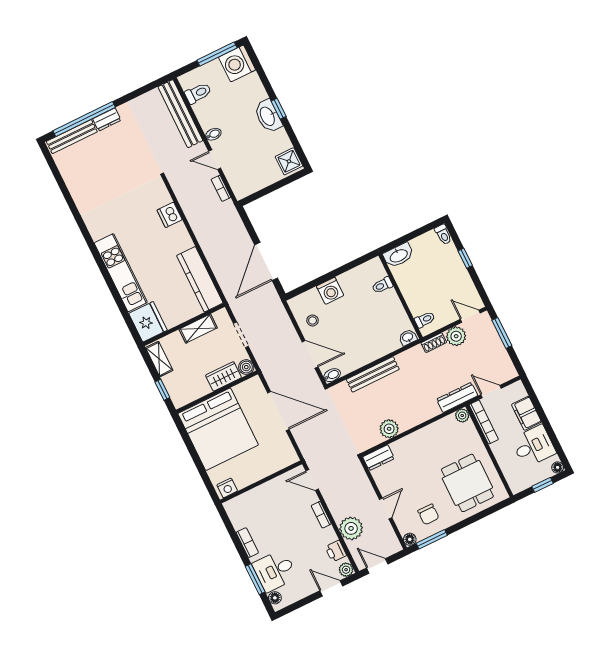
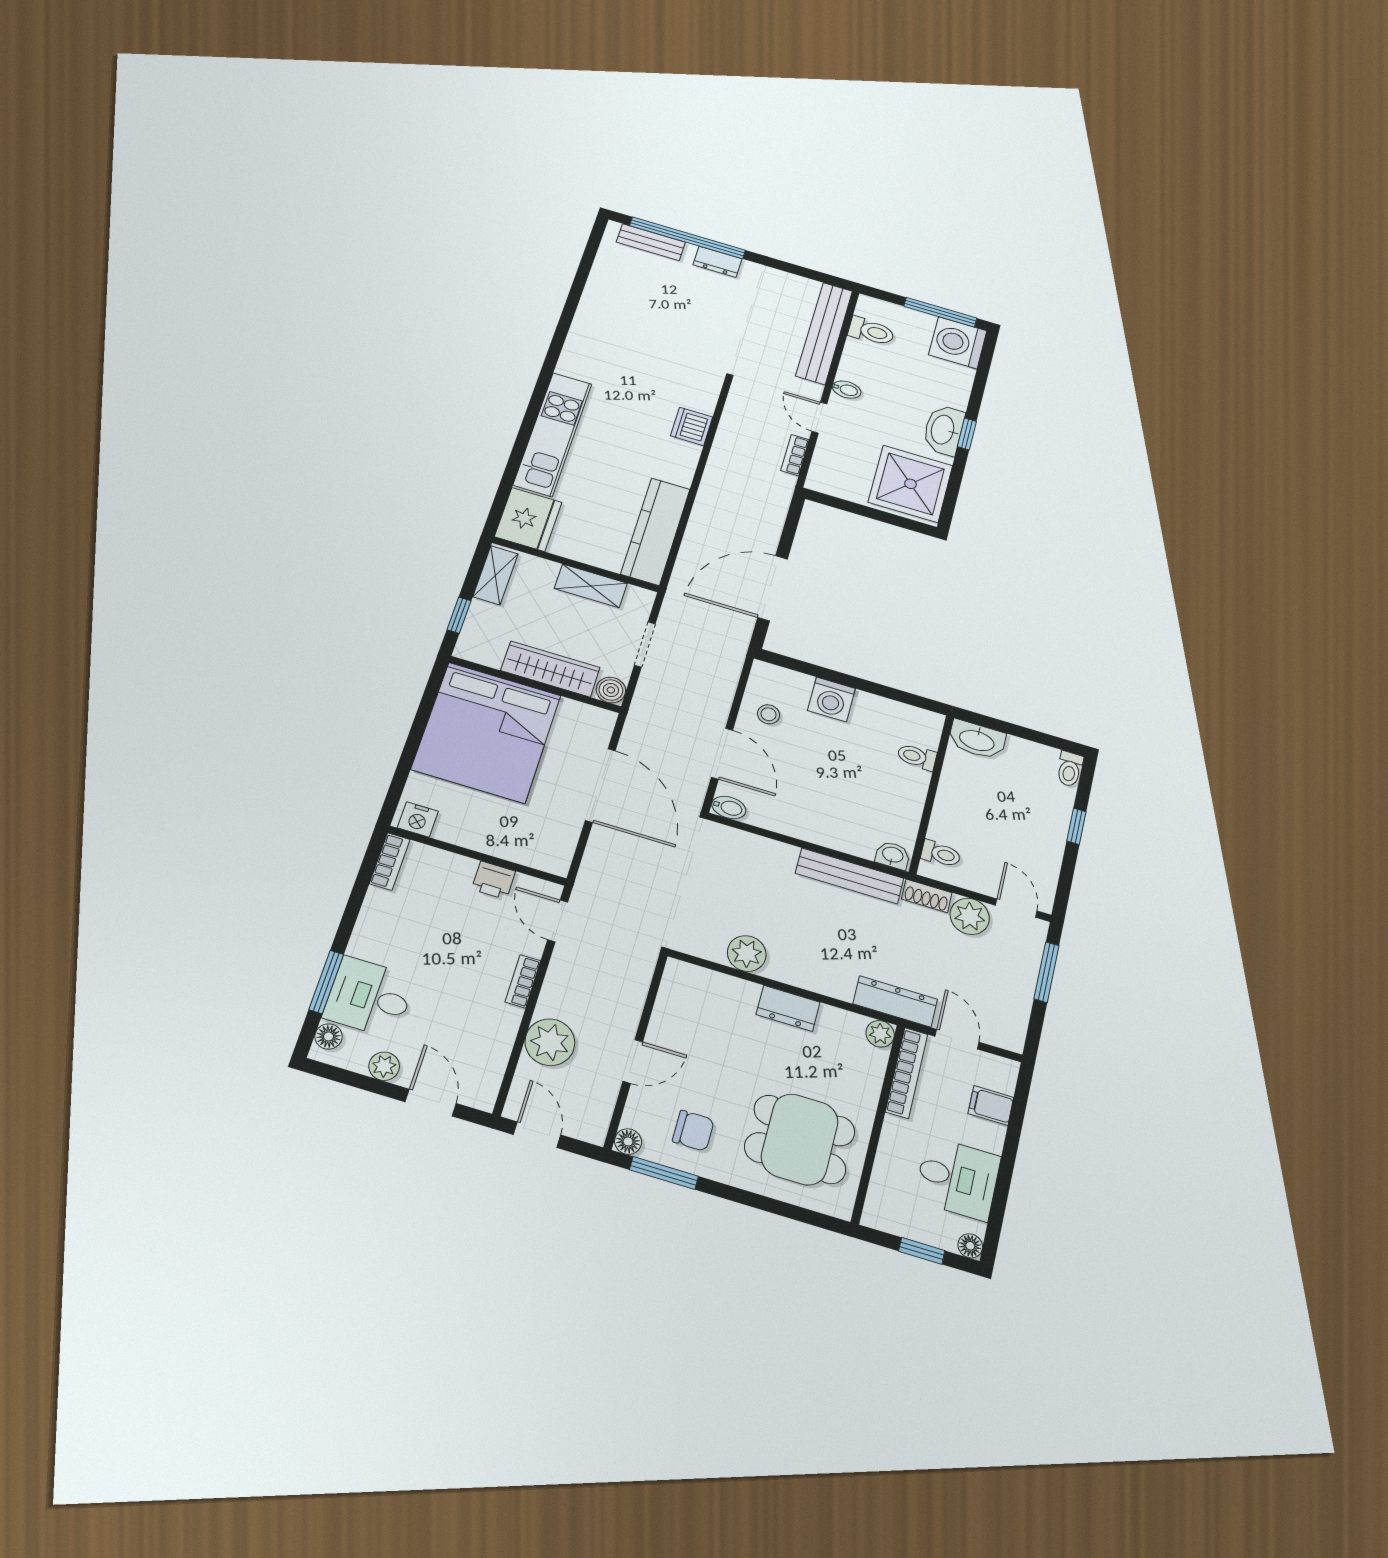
bench: (72, 137) -> (651, 242), width x0.73
shower: (289, 161) -> (910, 484), width x1.86, depth x1.86
bench: (373, 374) -> (849, 876), moved
wardrobe: (223, 376) -> (550, 669), width x1.50
filing cabinet: (527, 413) -> (991, 1105), width x0.50
dresser: (379, 458) -> (788, 1008), moved
dining table: (467, 483) -> (800, 1139), turned 90
chair: (428, 514) -> (693, 1131), turned -90
bookcase: (247, 543) -> (390, 861), moved
printer: (336, 551) -> (494, 880), moved, turned -90
plant: (346, 570) -> (384, 1066), moved

